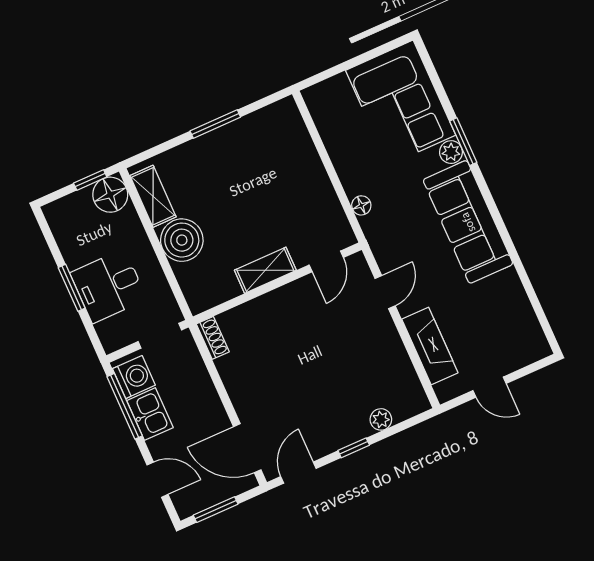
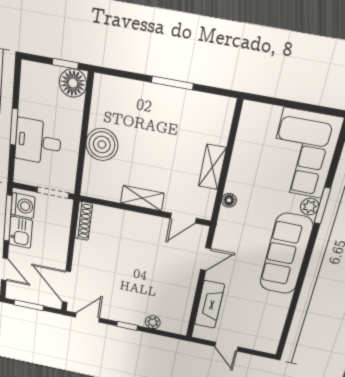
shelving: (153, 196) -> (212, 167), moved
shoe rack: (213, 338) -> (84, 221), width x1.43

